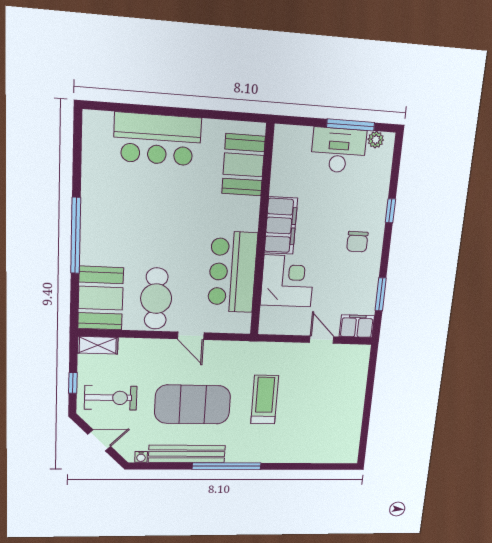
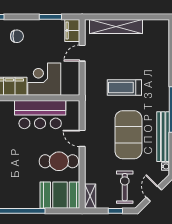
door: (191, 336) -> (82, 138), swing flipped
shelving: (355, 390) -> (116, 26), added

